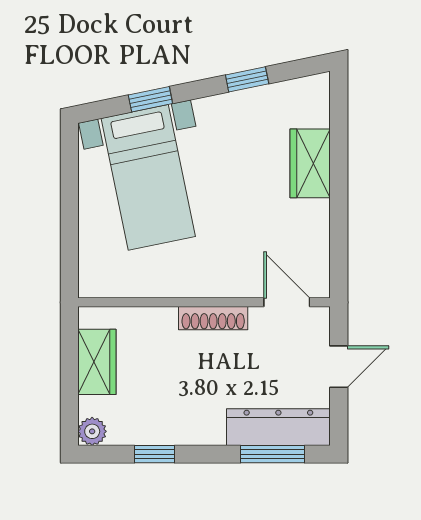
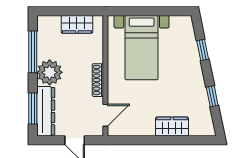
bed with nightstands: (148, 177) -> (142, 48), moved, turned -78
plant: (92, 431) -> (50, 72), moved, width x1.88, depth x1.88
window: (154, 454) -> (33, 52), width x2.17

